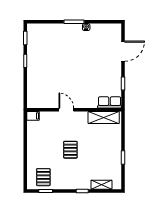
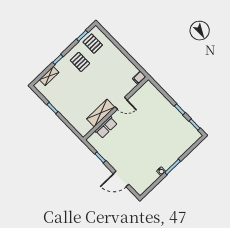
door: (123, 51) -> (121, 179), hinge flipped
row of seats: (110, 102) -> (106, 127), moved
shelving: (104, 117) -> (101, 113), moved
pallet: (70, 150) -> (80, 62), moved

